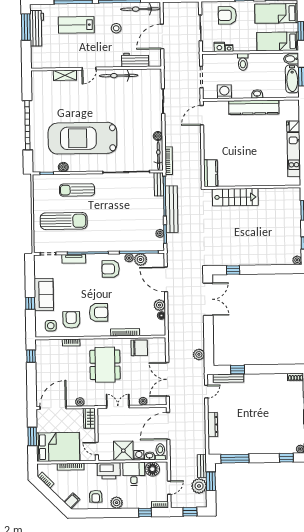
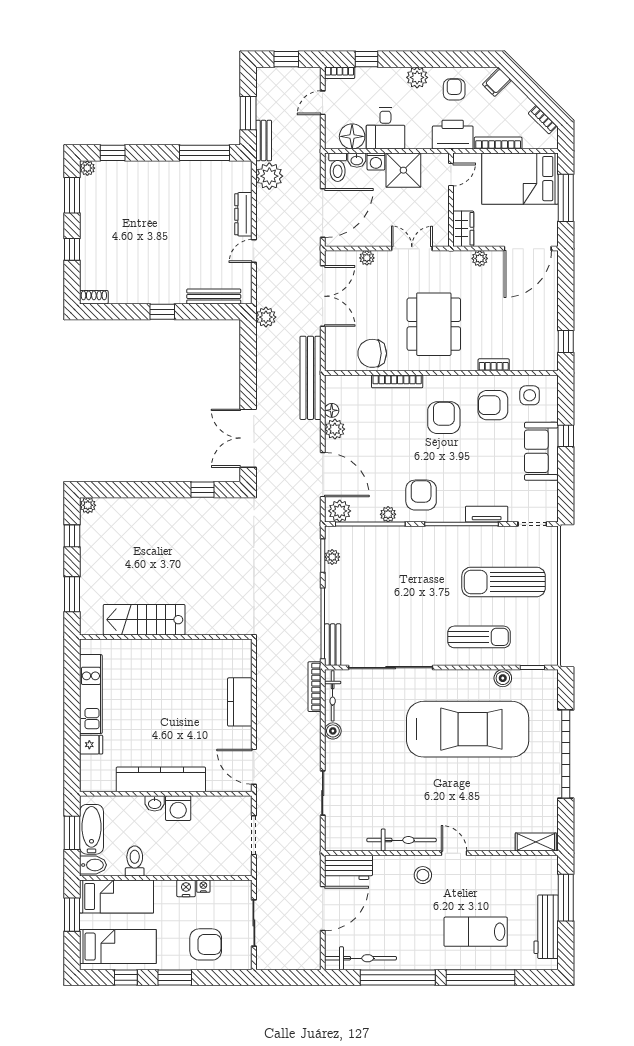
lab bench: (76, 25) -> (476, 932), turned 180
window: (26, 27) -> (566, 898), moved
stool: (116, 28) -> (423, 875), moved
nightstand: (219, 47) -> (186, 888), moved
workbench: (135, 60) -> (349, 867), moved
toilet: (243, 62) -> (135, 861), moved
door: (89, 69) -> (454, 853), hinge flipped
shelving: (65, 75) -> (536, 842), moved
washing machine: (224, 92) -> (178, 808), moved
door: (202, 115) -> (254, 767), swing flipped
kitchen counter: (211, 173) -> (240, 702), moved
stairs: (235, 197) -> (144, 620), moved
bench: (172, 209) -> (310, 378), moved
plant: (141, 259) -> (340, 511), moved
armchair: (111, 269) -> (421, 495), turned -90
armchair: (99, 312) -> (444, 418), turned 90
armchair: (71, 320) -> (493, 405), turned 90
plant: (199, 354) -> (266, 317), moved
window: (238, 370) -> (162, 312), moved
door: (206, 392) -> (254, 251), moved
double door: (118, 407) -> (412, 249), swing flipped
window: (32, 437) -> (566, 198), width x1.44
door: (97, 449) -> (451, 175), hinge flipped
printer: (109, 471) -> (453, 135), moved
plant: (199, 486) -> (269, 176), moved

